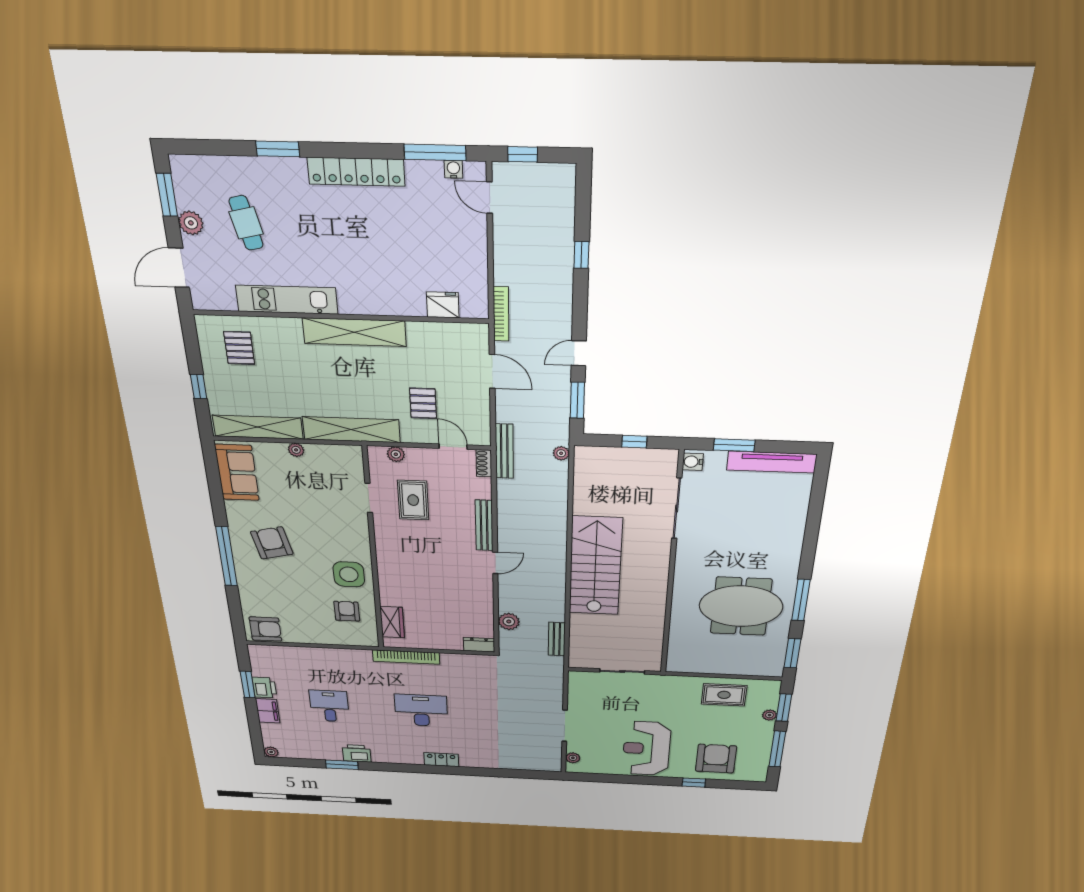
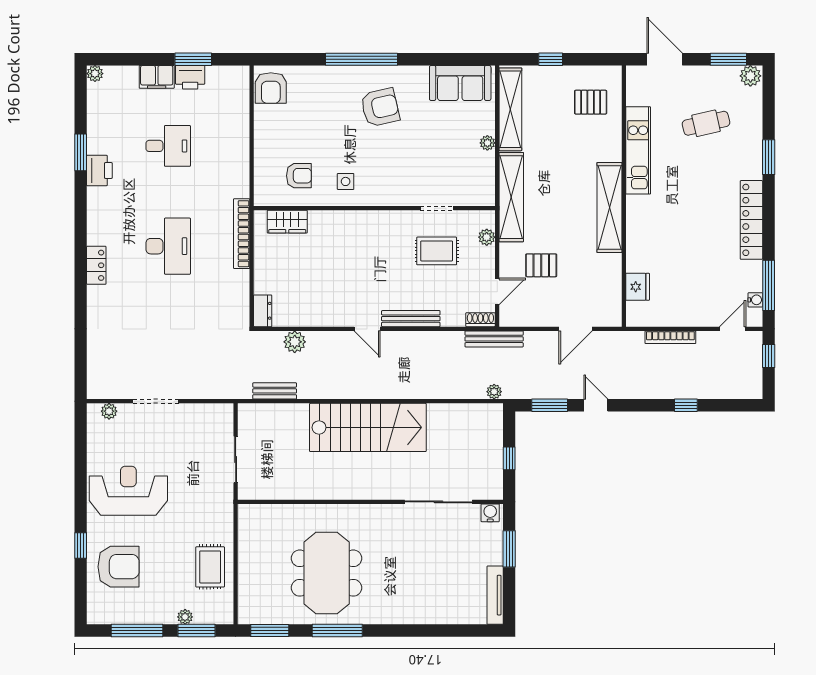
plant: (191, 223) -> (750, 76), moved
bookcase: (501, 314) -> (670, 337), moved
tv unit: (772, 462) -> (495, 595), width x0.73, depth x0.78
side table: (349, 574) -> (346, 181), width x0.54, depth x0.54

